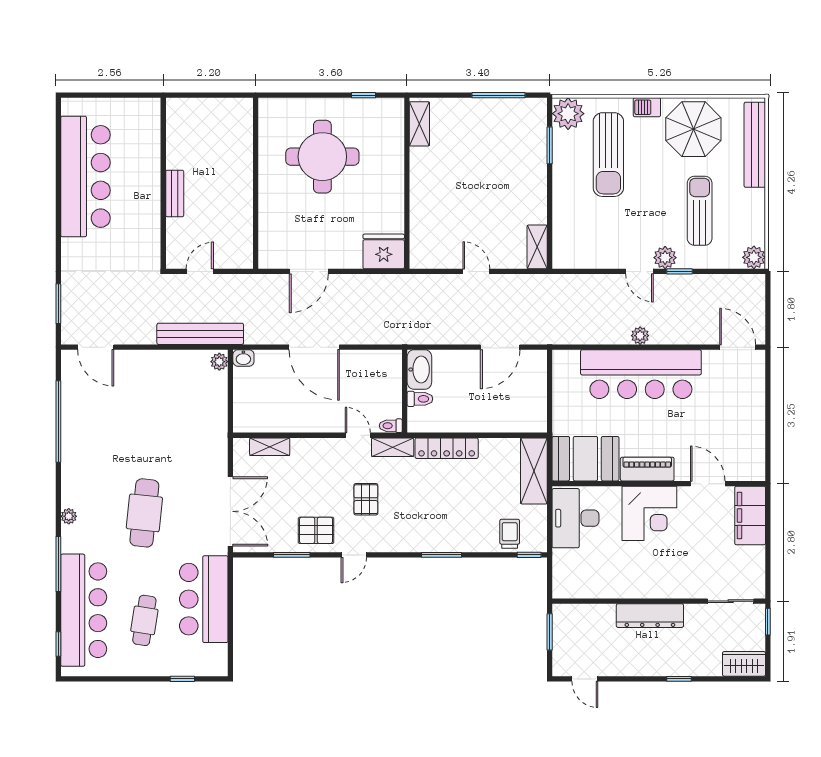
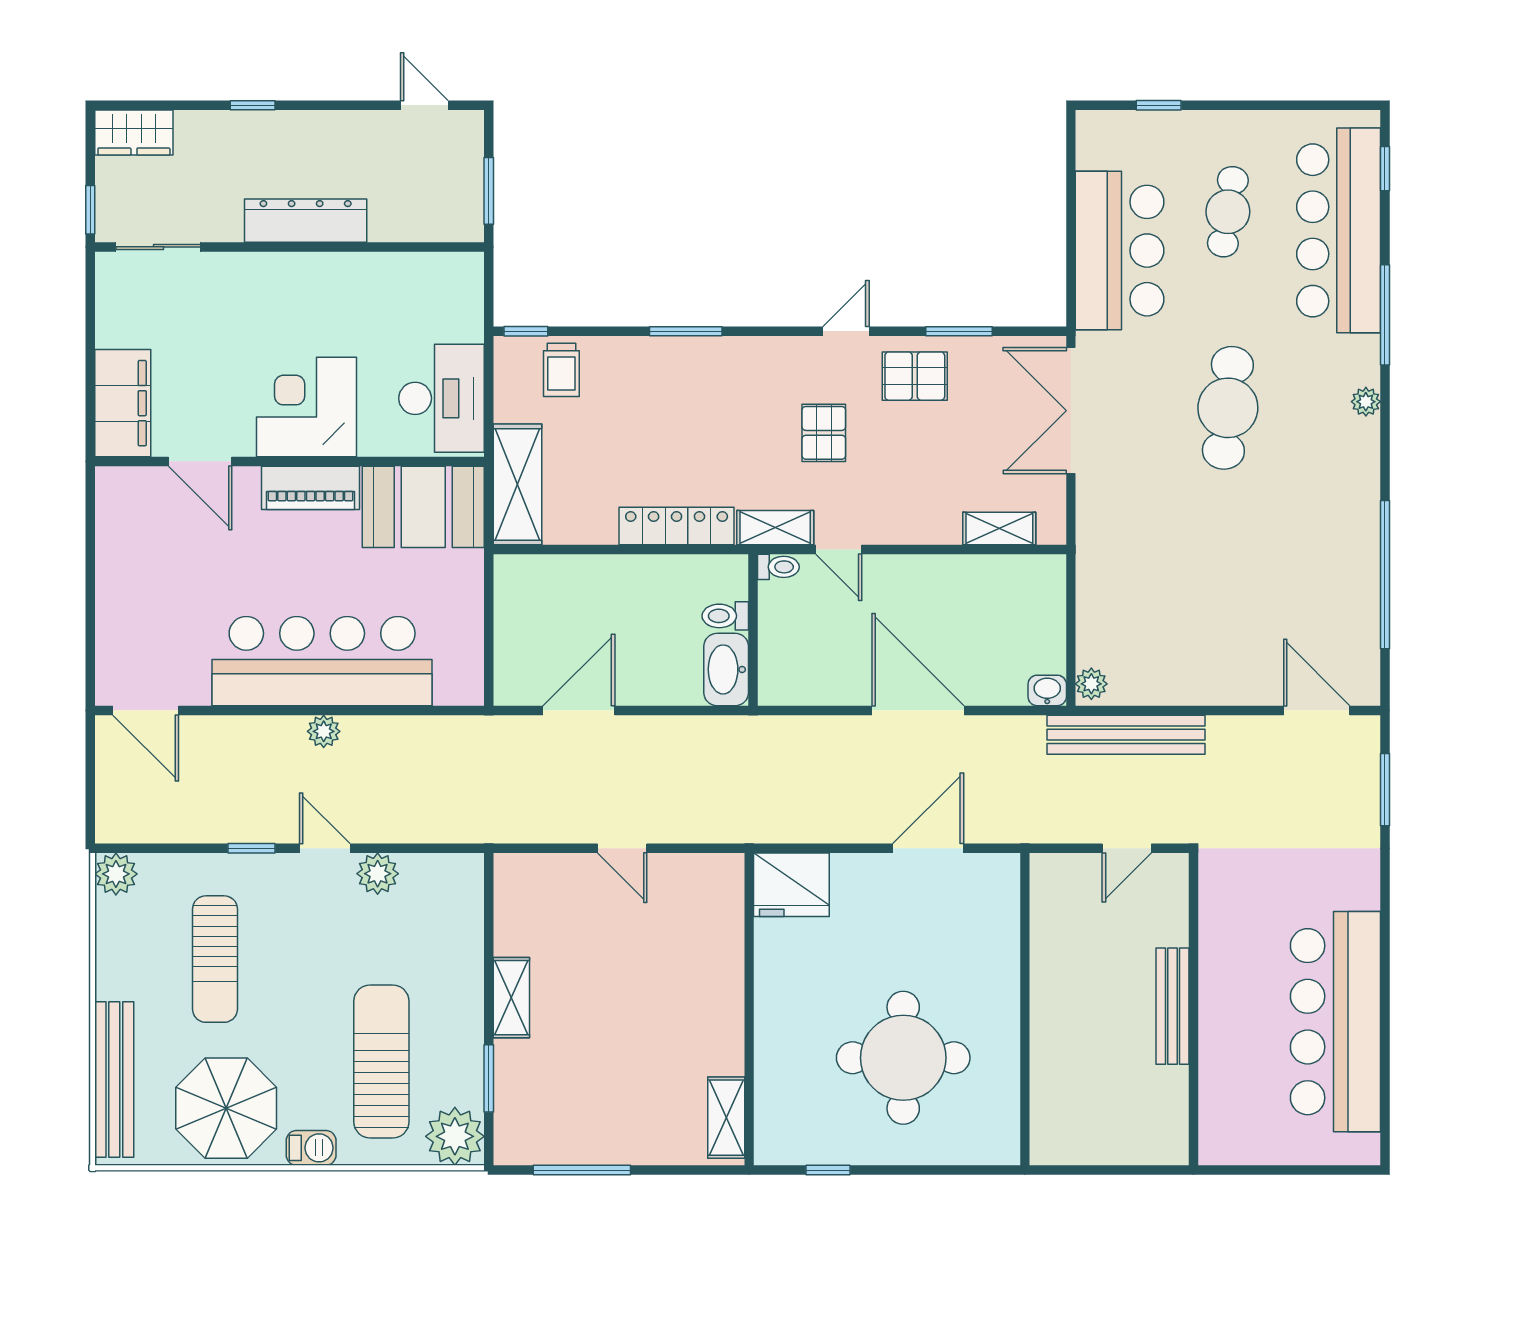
bench: (175, 193) -> (1173, 1006), width x1.36
shelving: (537, 247) -> (511, 998), moved
plant: (665, 258) -> (378, 874), moved

